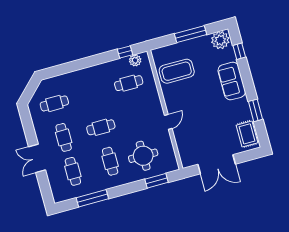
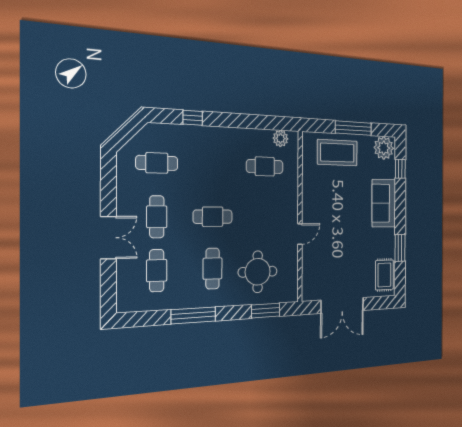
window: (125, 52) -> (193, 118), moved
coffee table: (177, 71) -> (337, 153), moved
double door: (37, 158) -> (108, 238), swing flipped
window: (92, 198) -> (194, 315), moved

